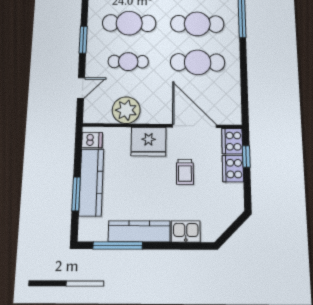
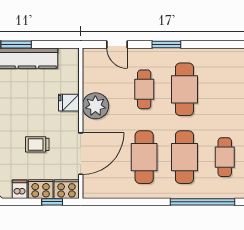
plant: (126, 110) -> (95, 106), moved
dishwasher: (92, 140) -> (20, 189), moved, turned 180
fridge: (148, 142) -> (69, 103), width x0.53, depth x0.75

